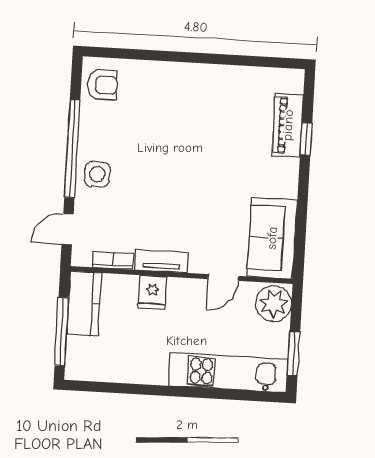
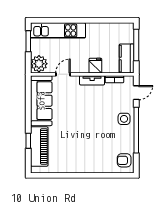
piano: (288, 125) -> (39, 146), width x1.37, depth x1.33
sofa: (272, 238) -> (41, 101), width x1.36

